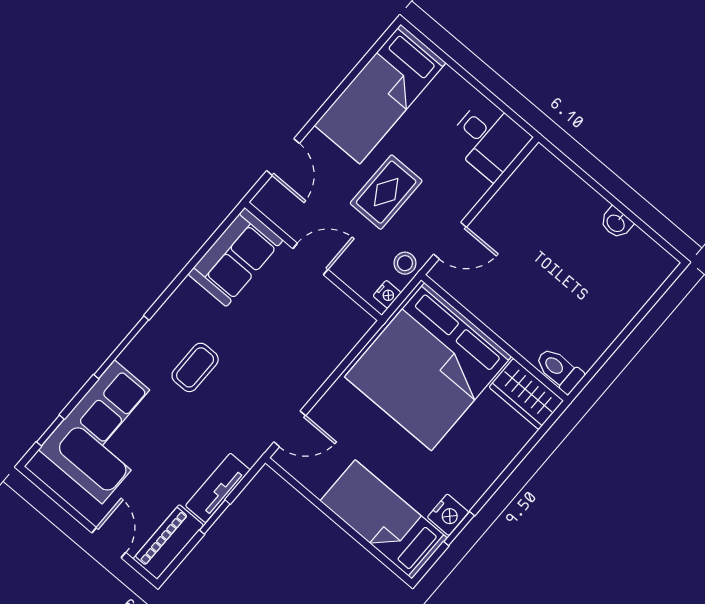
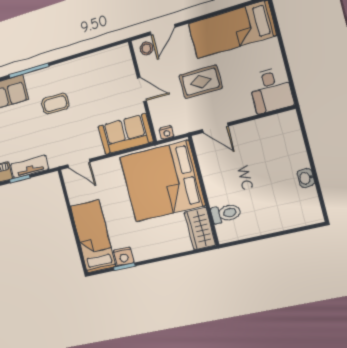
sofa: (235, 257) -> (126, 134), moved, turned 180
stool: (405, 263) -> (146, 48), moved
toilet: (559, 370) -> (226, 213), moved, turned 90

